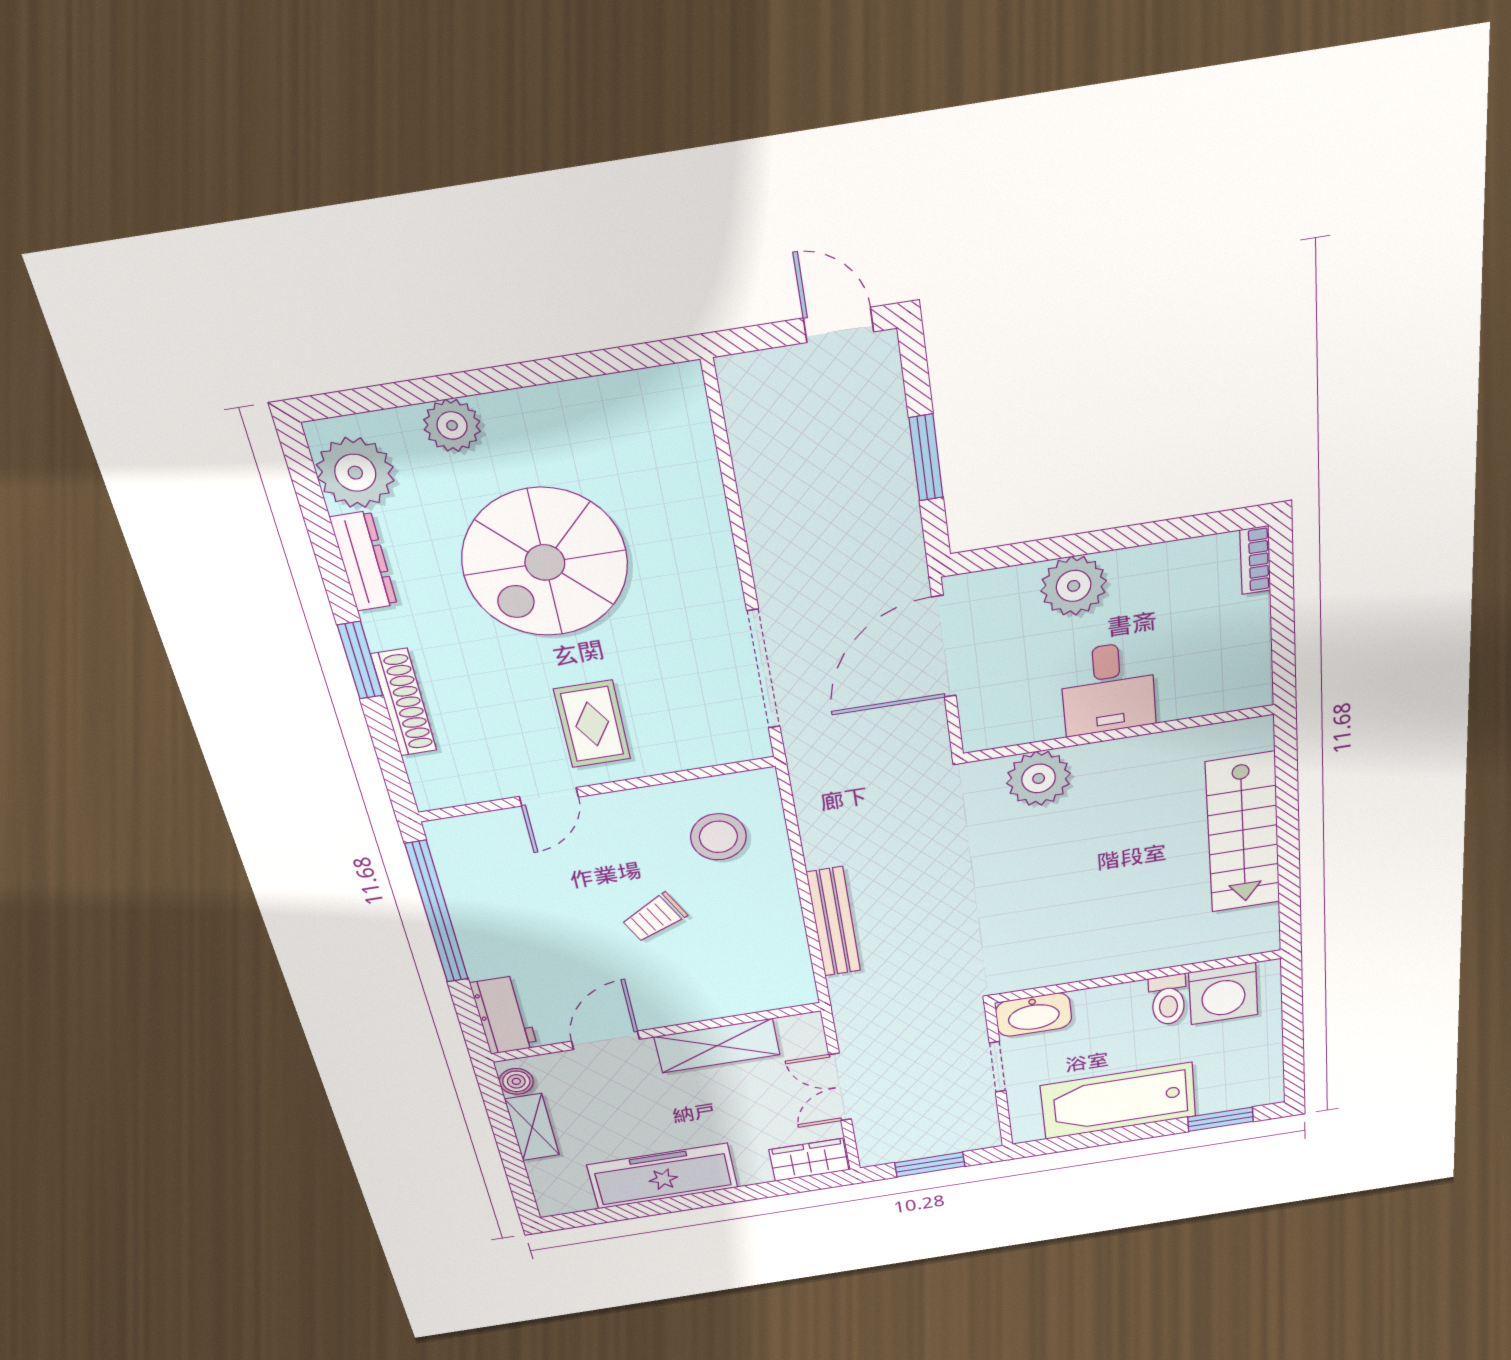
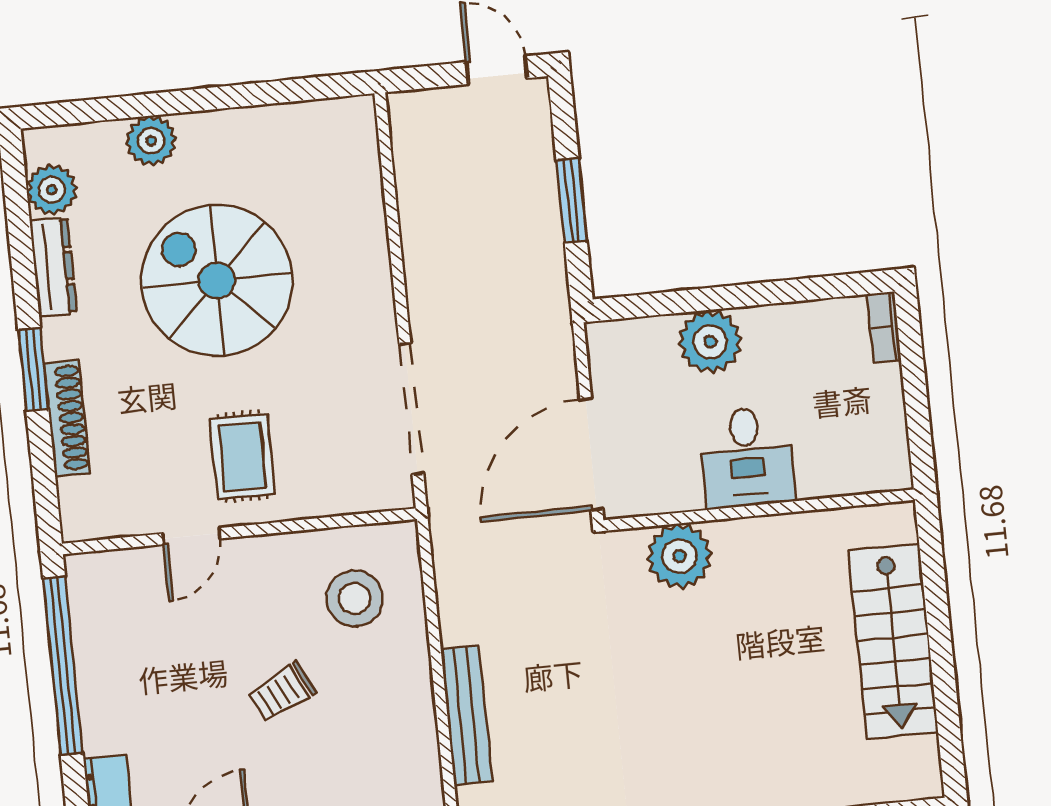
plant: (355, 473) -> (52, 190), width x0.73, depth x0.73
spiral stairs: (545, 563) -> (217, 280), turned 90
door: (944, 647) -> (591, 454), moved

